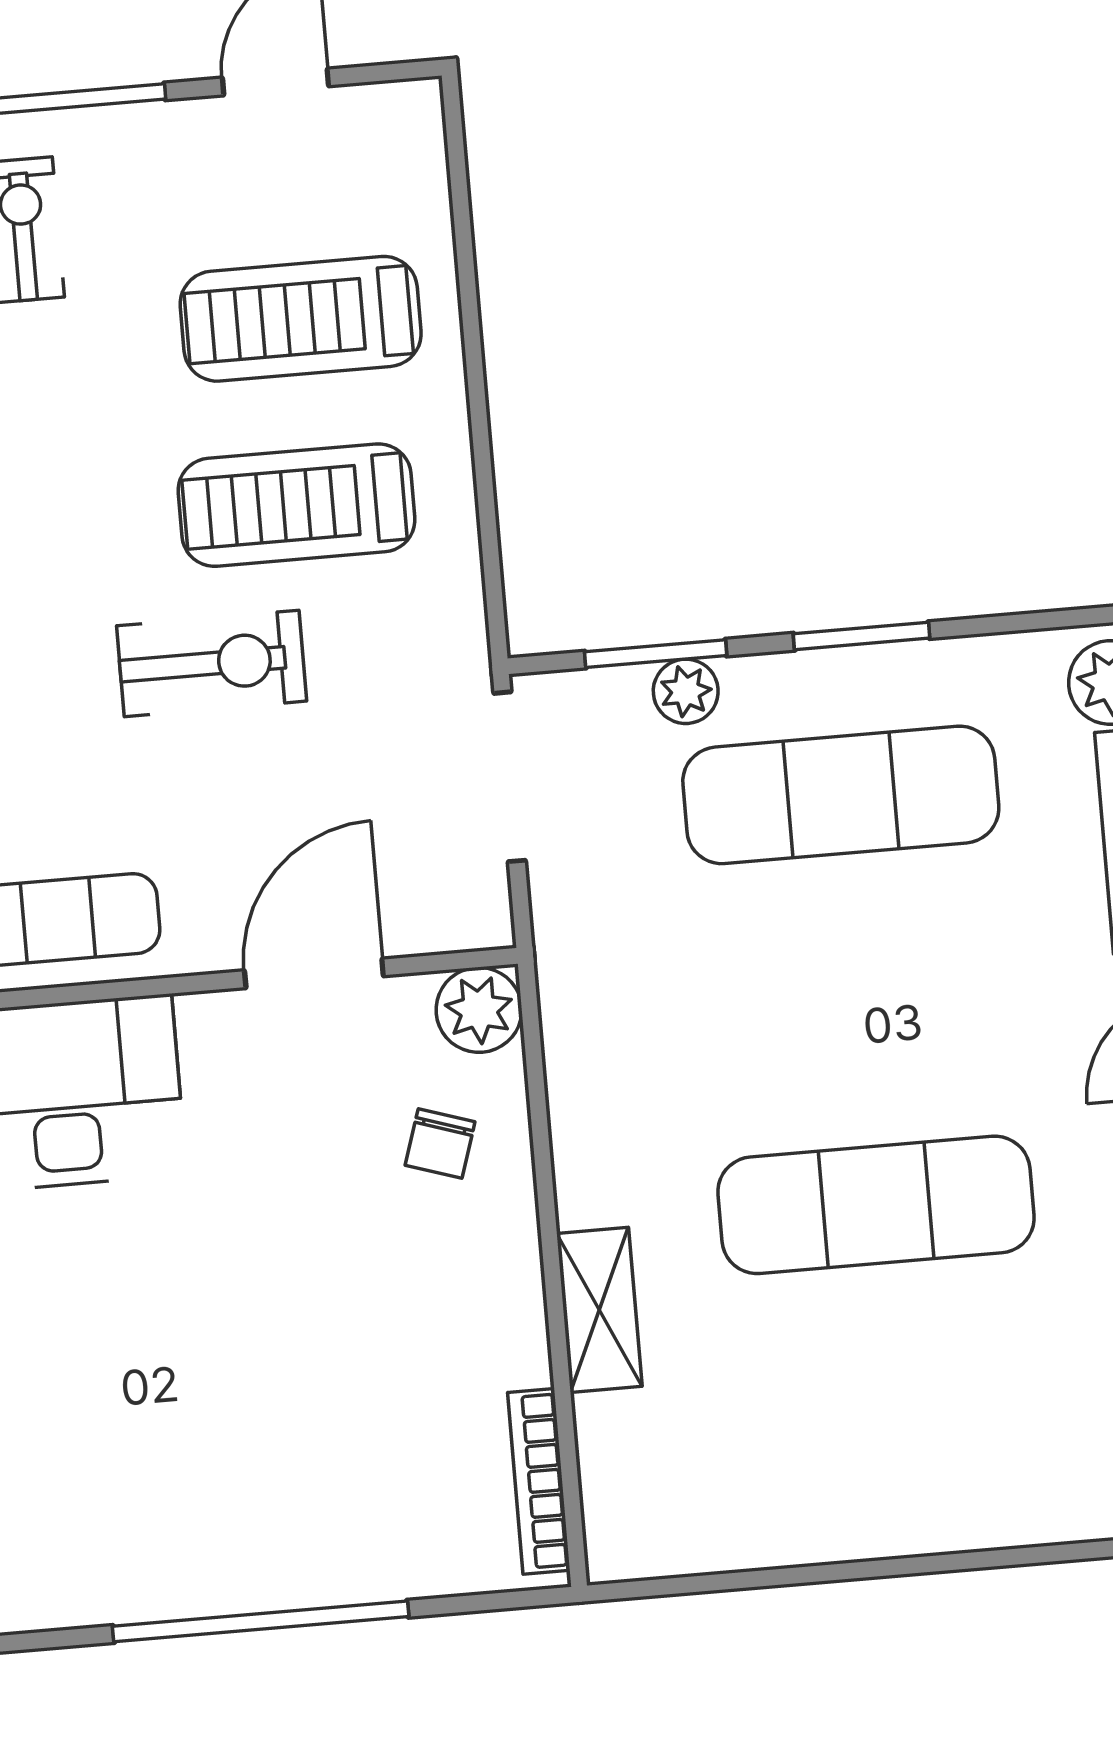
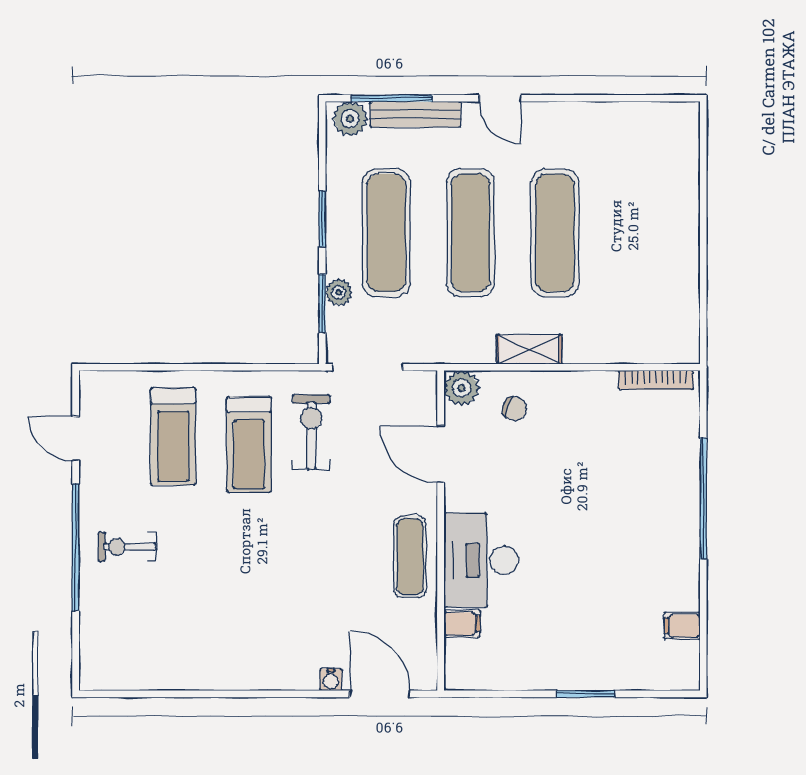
exercise bike: (212, 663) -> (311, 432), moved
exercise mat: (858, 1000) -> (471, 233), added
shelving: (599, 1310) -> (529, 349), moved

